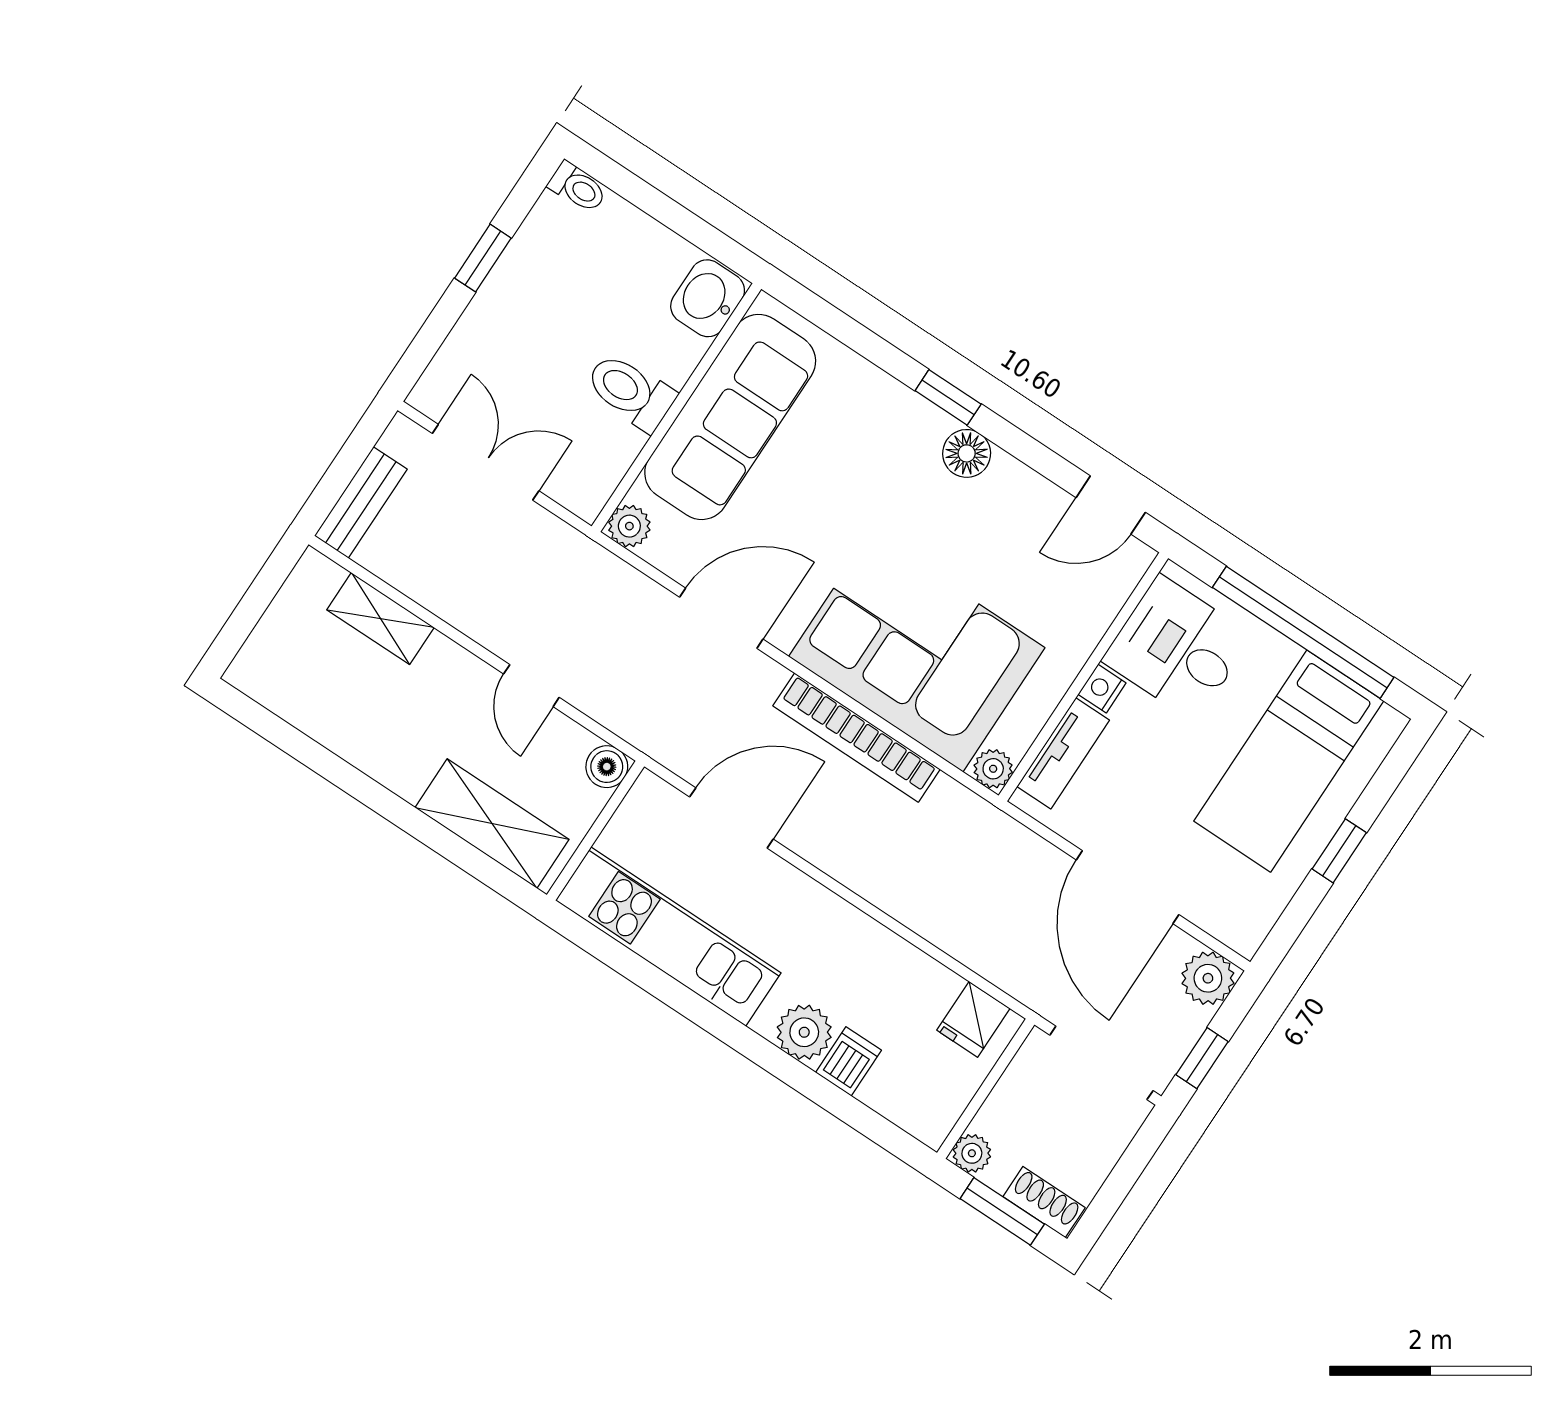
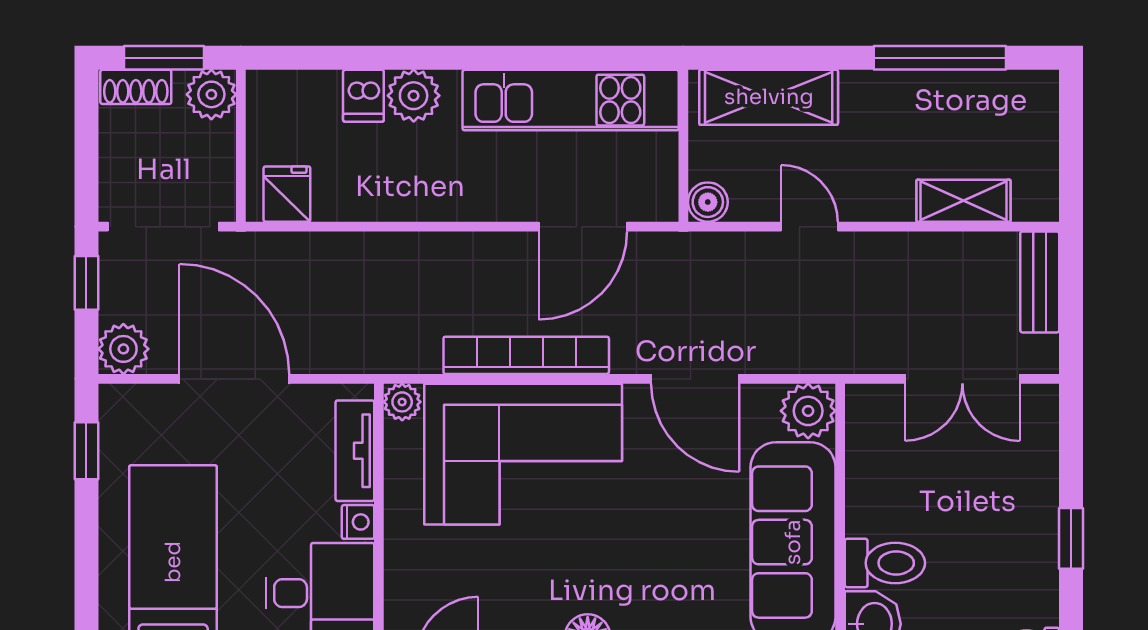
toilet: (630, 392) -> (885, 563), moved
plant: (629, 526) -> (808, 411), width x1.38, depth x1.38
door: (721, 618) -> (695, 379), hinge flipped
window: (318, 758) -> (940, 58), added
window: (1339, 851) -> (86, 451), moved
plant: (972, 1153) -> (211, 94), width x1.38, depth x1.38

